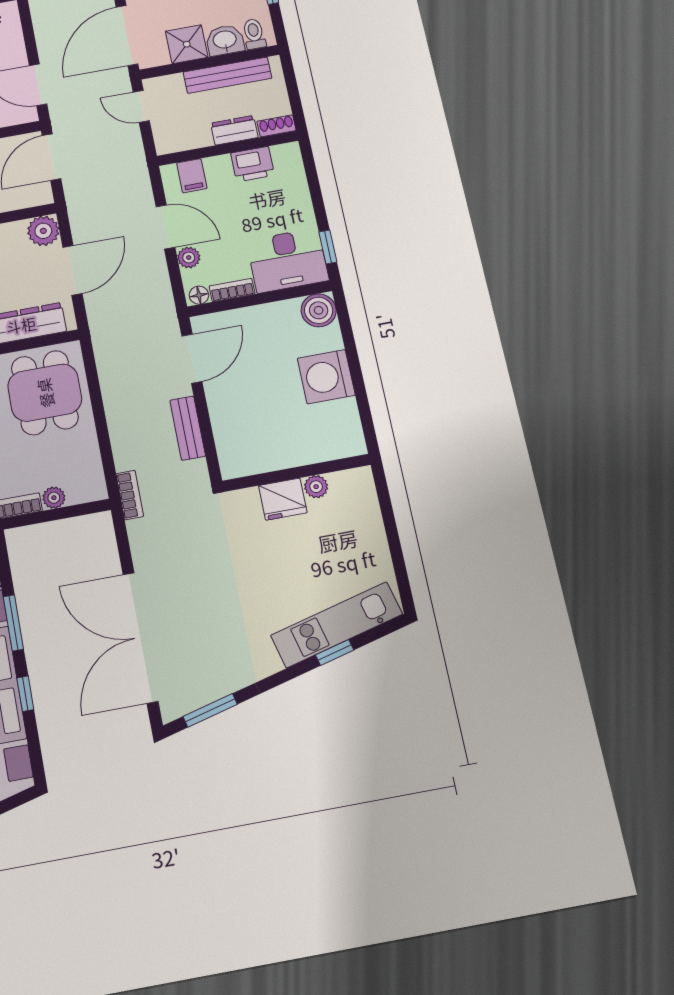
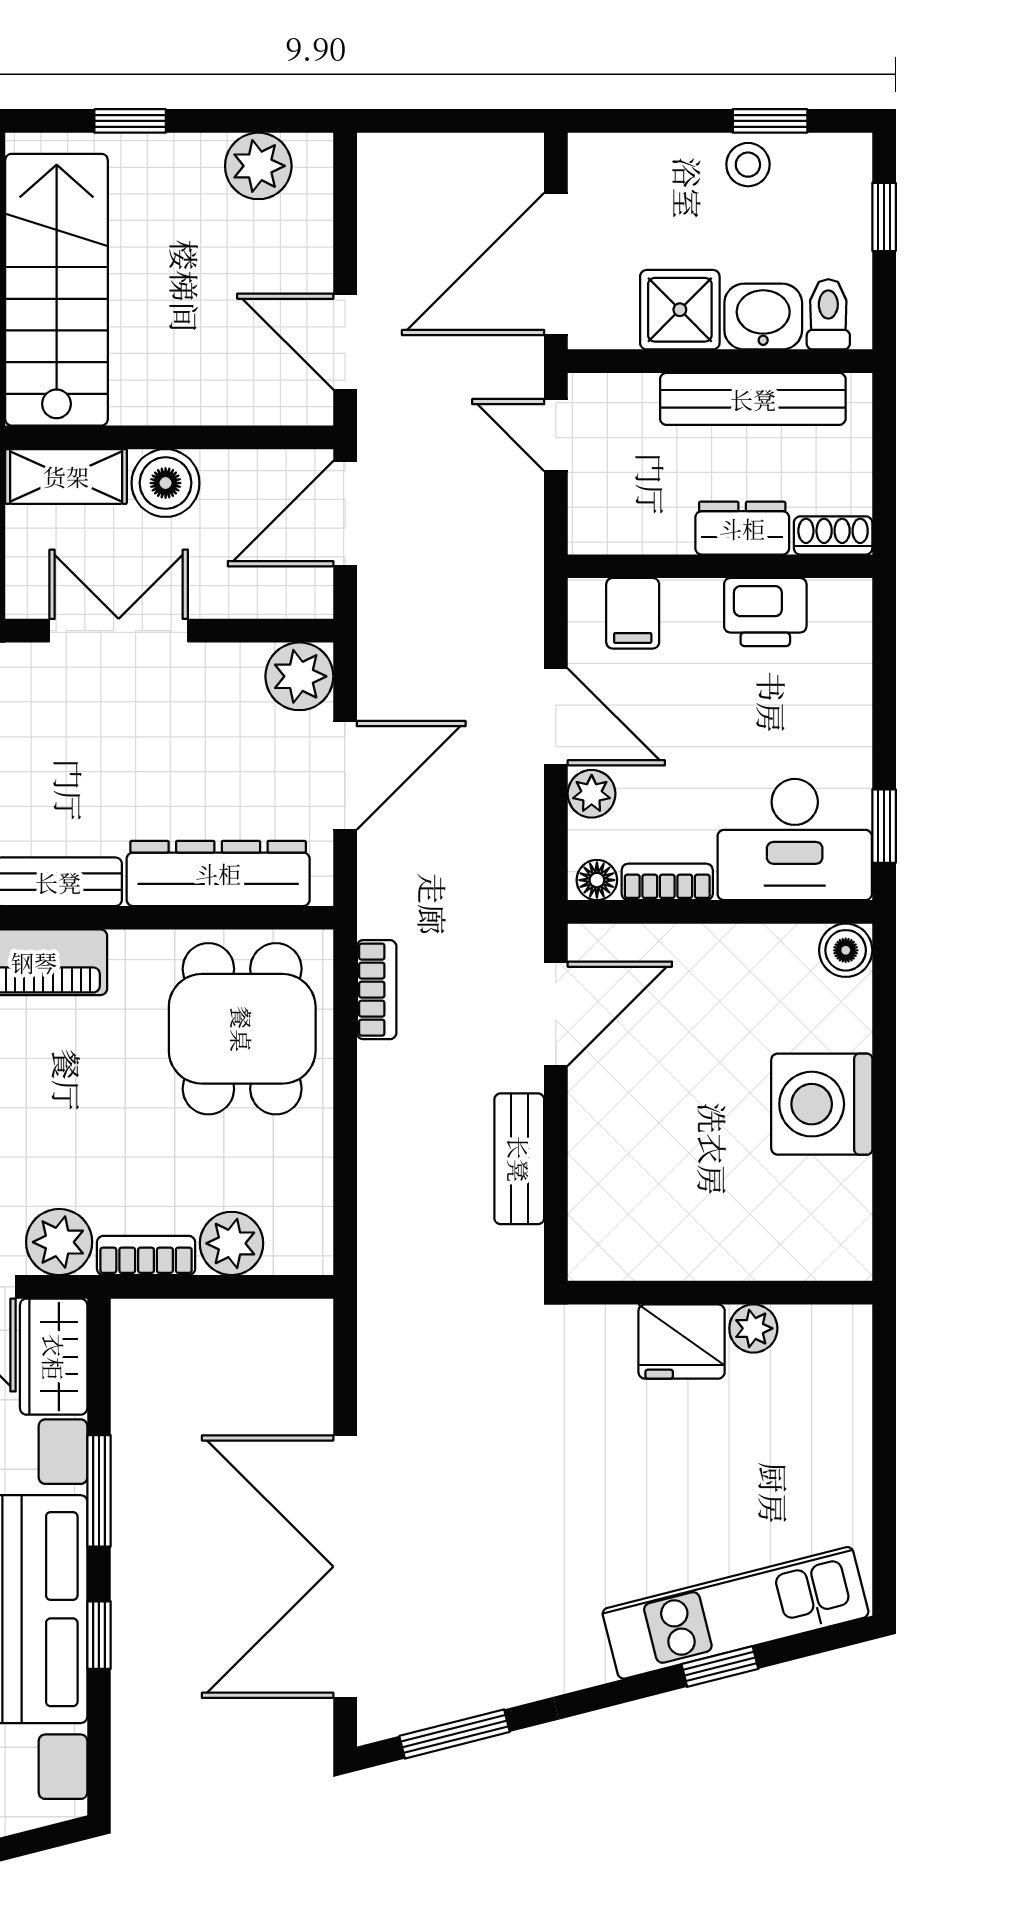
boiler: (319, 310) -> (846, 950), width x0.73, depth x0.73
bookcase: (130, 495) -> (377, 990), moved
plant: (54, 498) -> (232, 1243), width x1.38, depth x1.38

